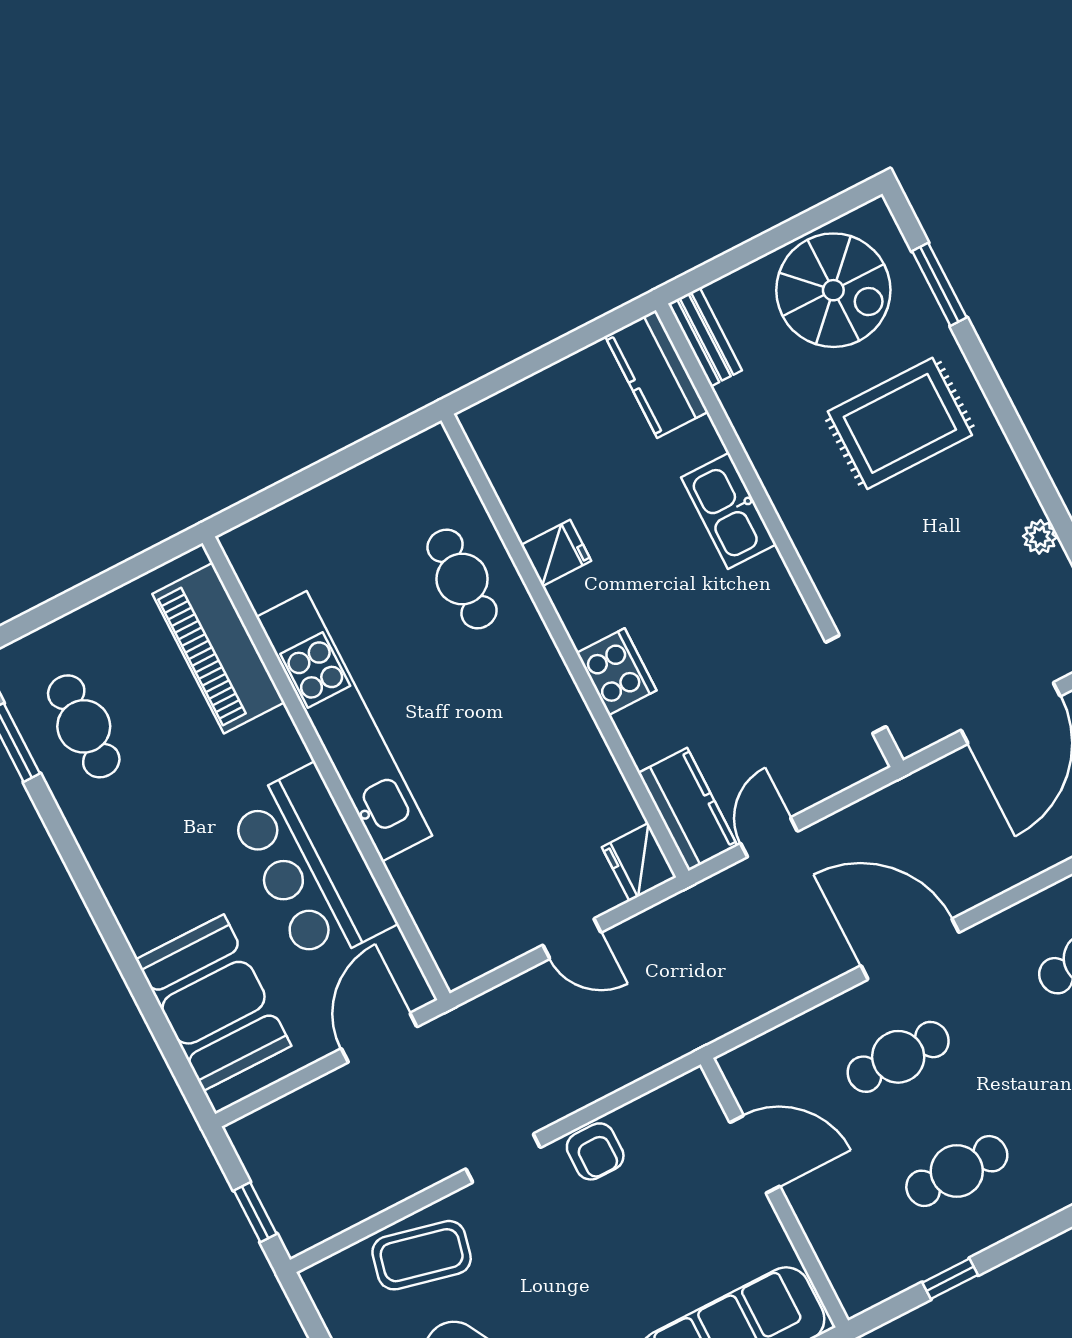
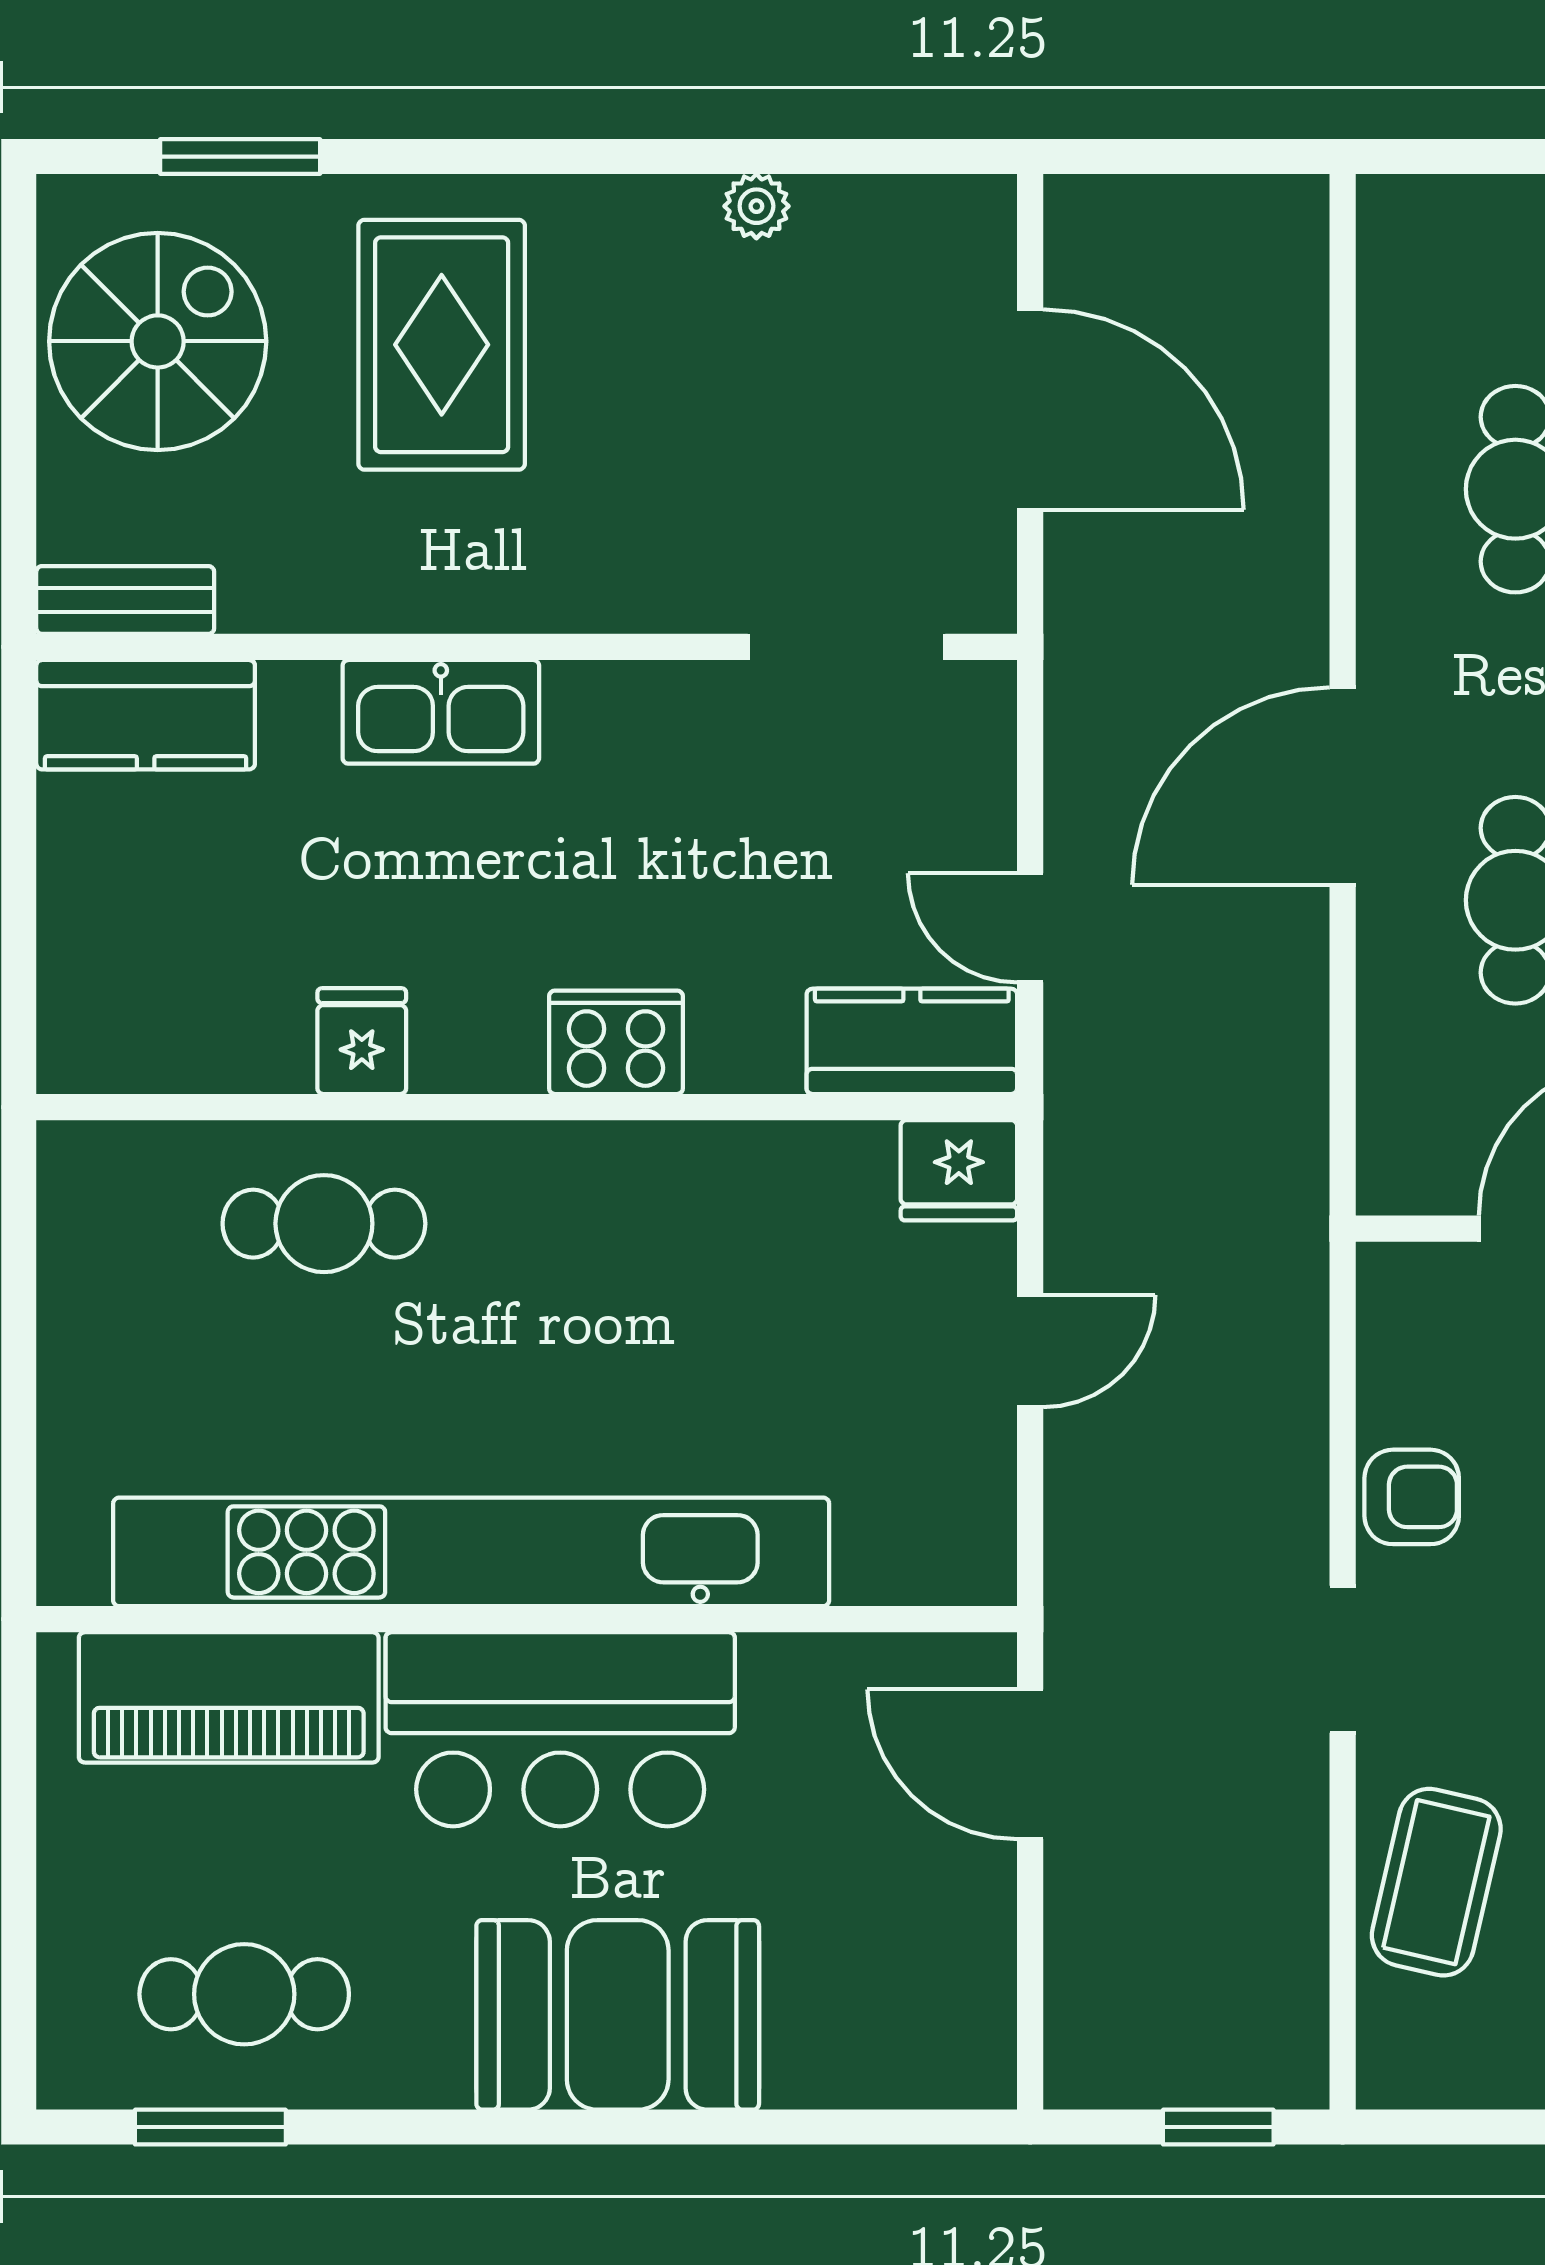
kitchen unit: (344, 726) -> (471, 1552), width x1.36
bar counter: (311, 866) -> (560, 1729), moved
booth: (214, 1003) -> (618, 2015), moved

